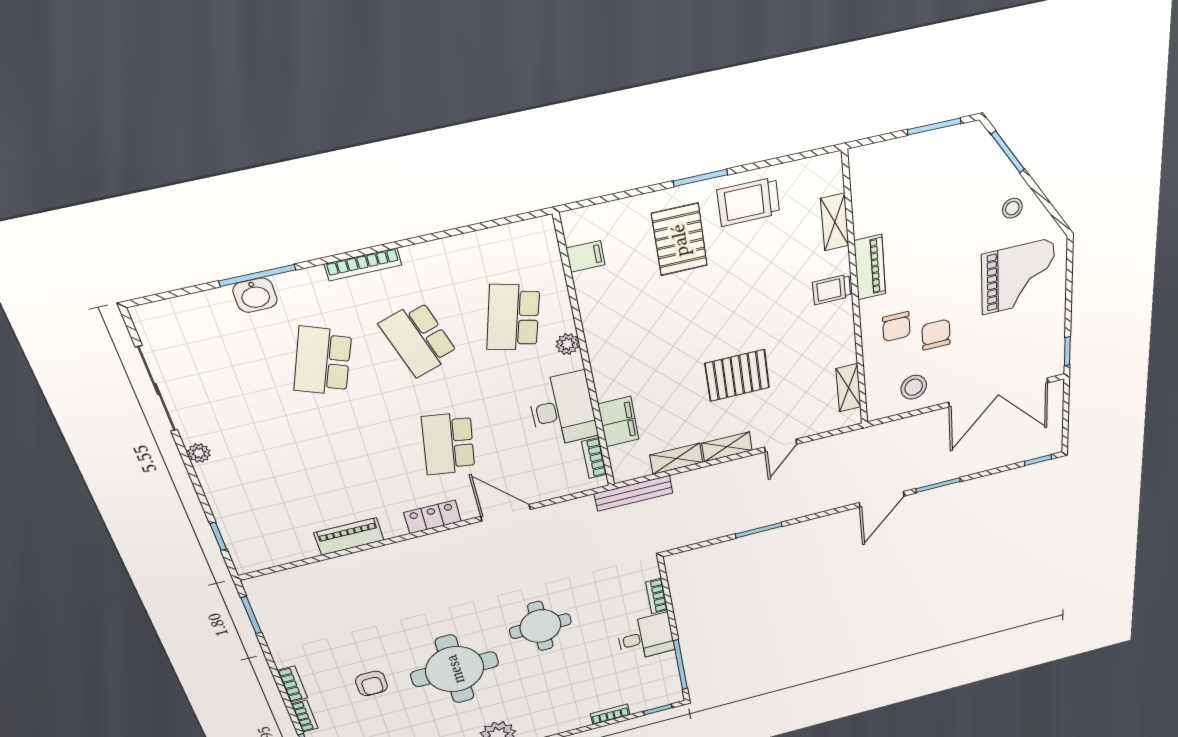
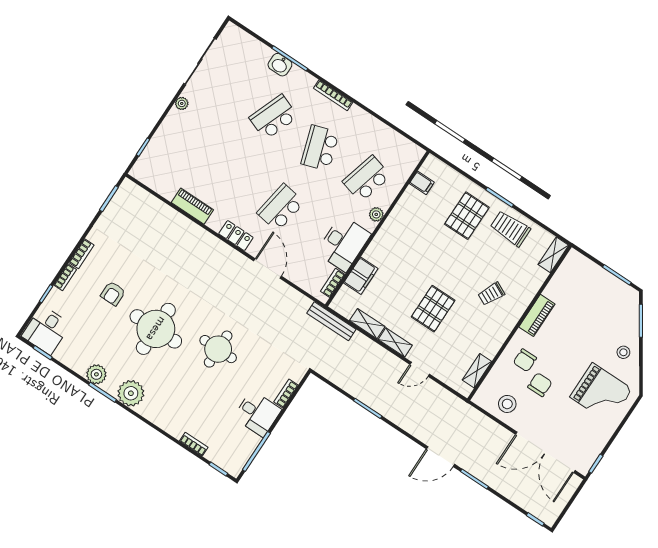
shelving: (835, 222) -> (553, 255), moved
trolley: (832, 289) -> (491, 294), moved, turned -64
pallet: (737, 375) -> (433, 309), turned 90

